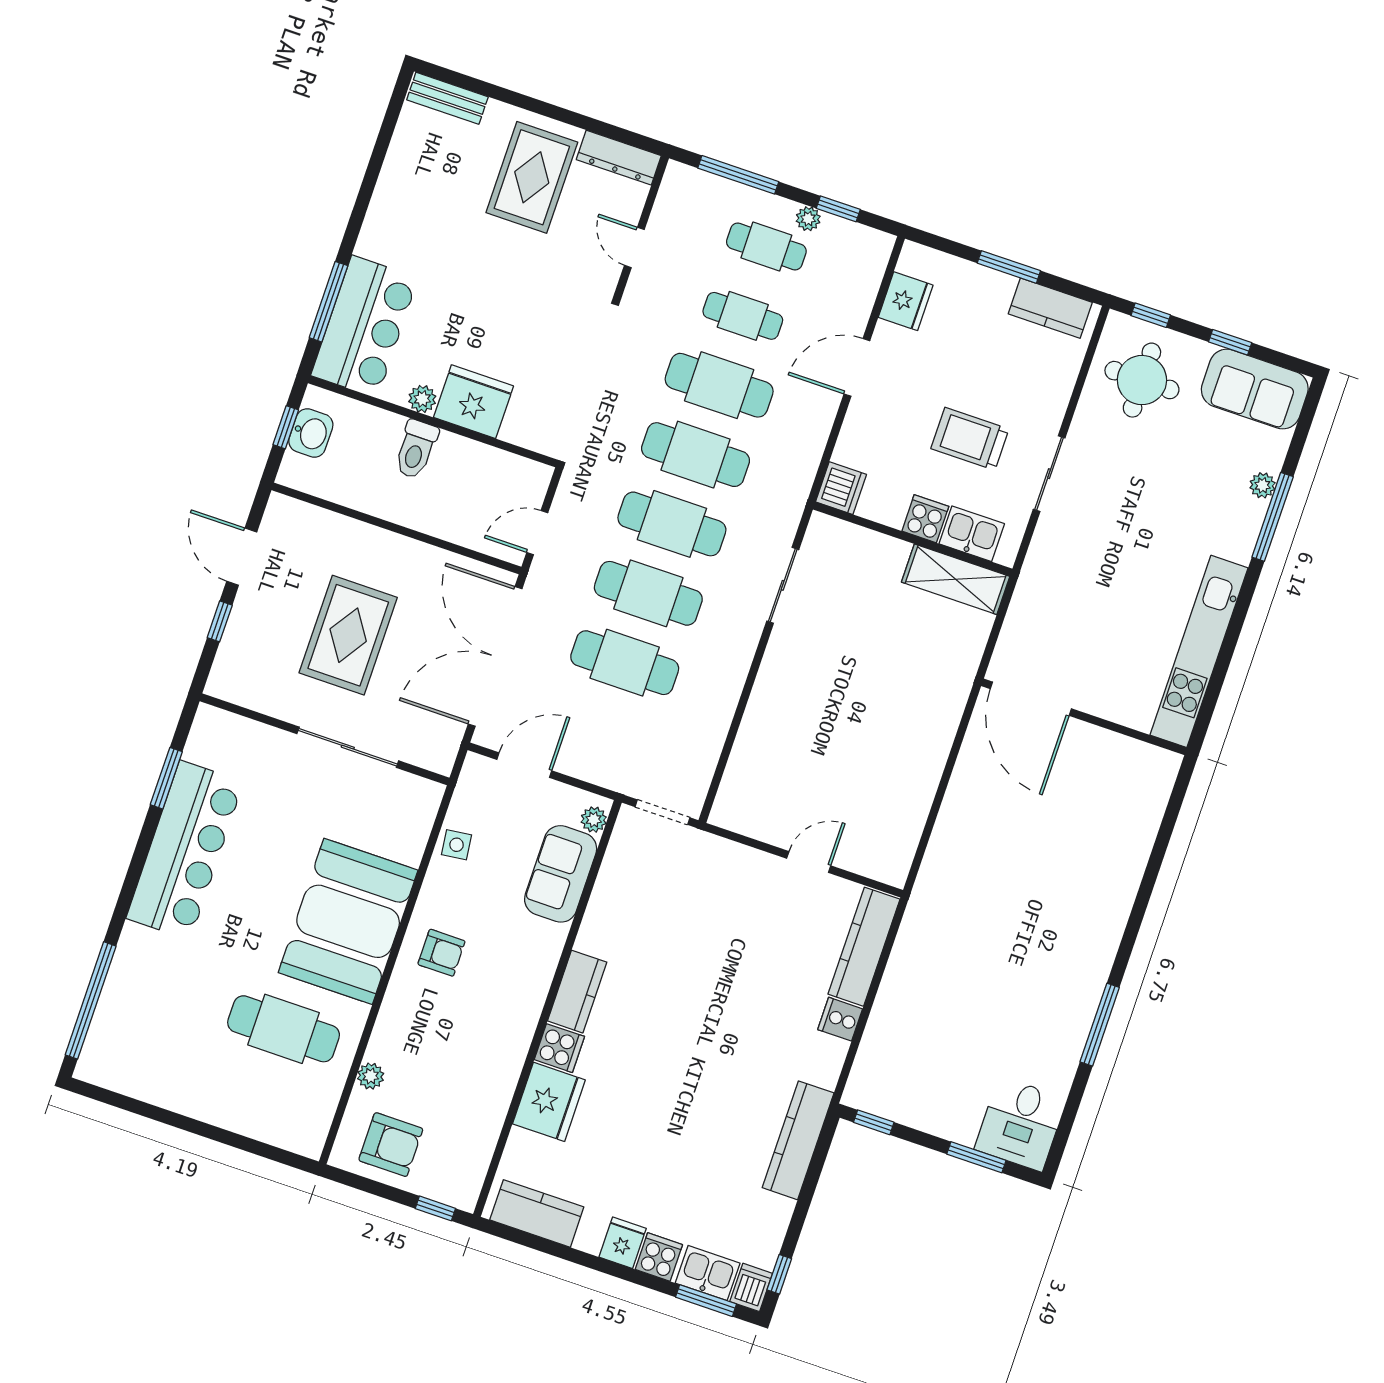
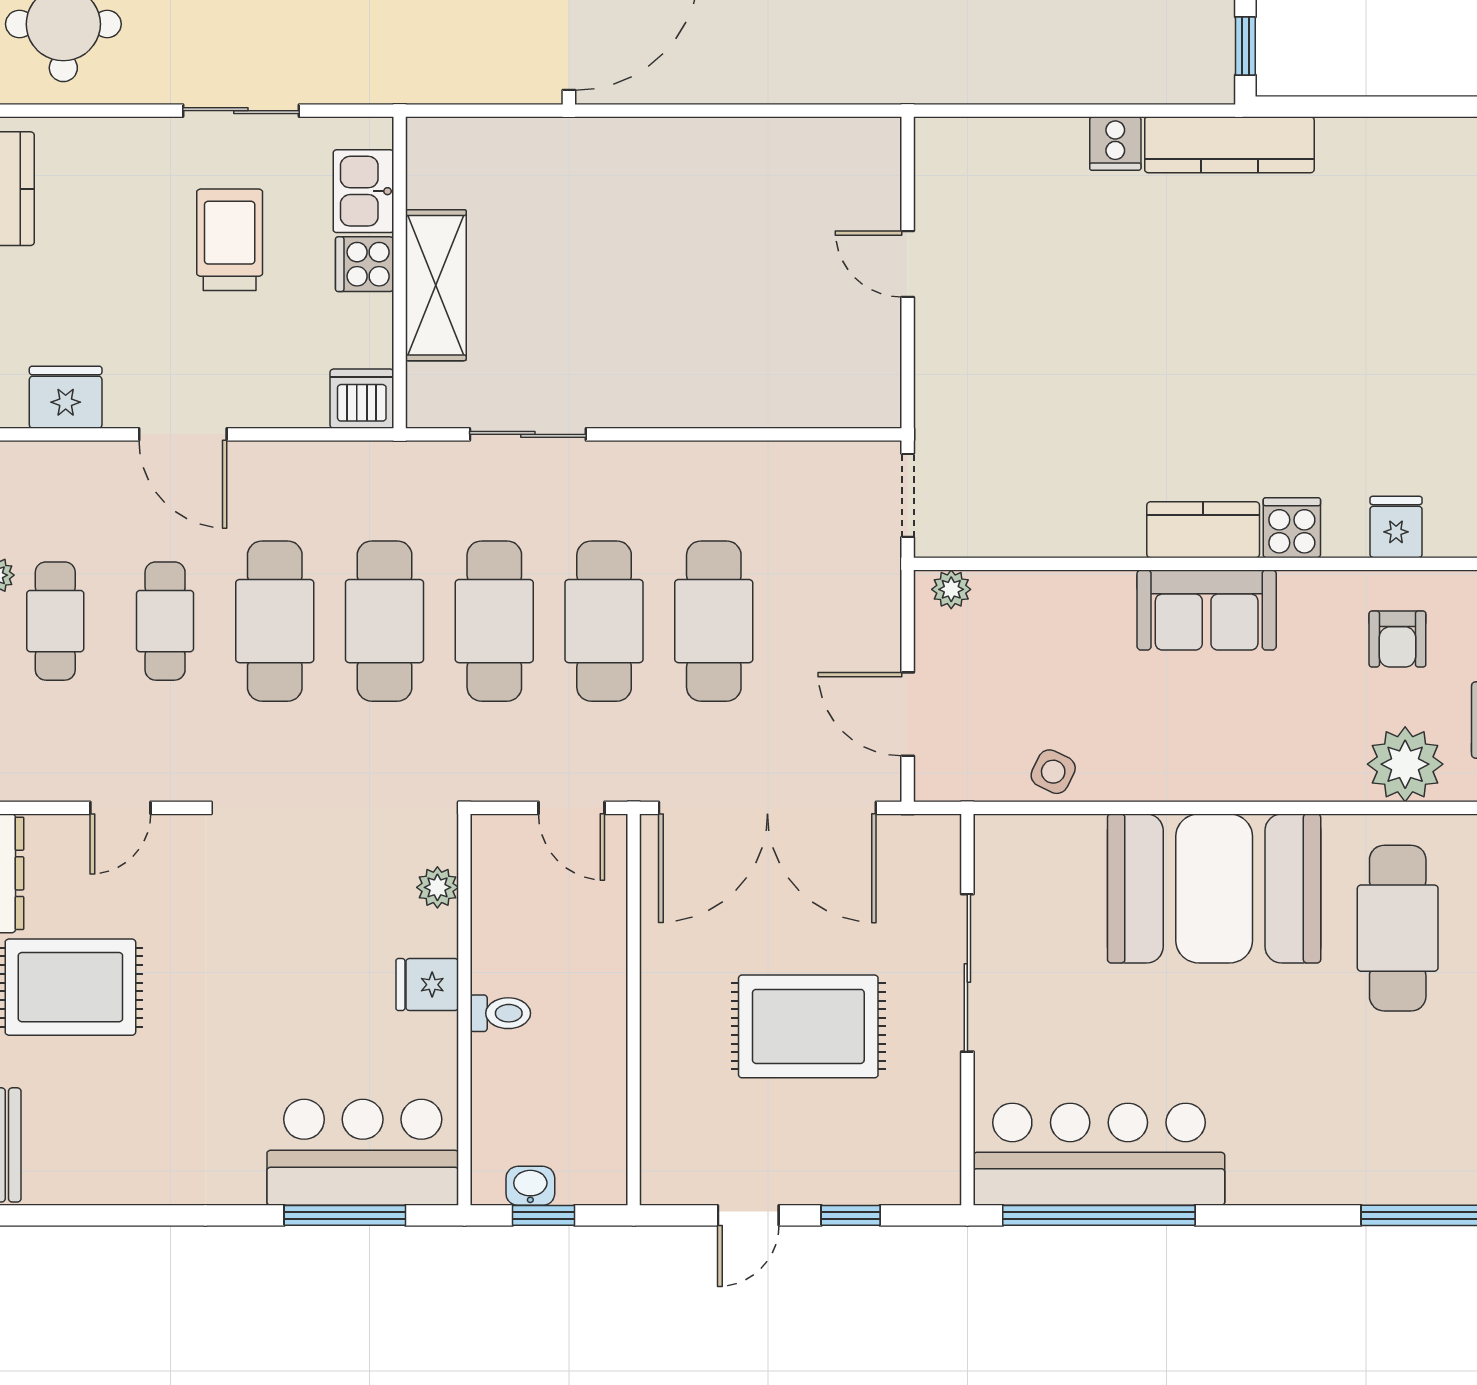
plant: (422, 399) -> (437, 887), moved
fridge: (474, 402) -> (427, 985), width x0.53, depth x0.75
washbasin: (311, 433) -> (530, 1186), width x0.72, depth x0.69
trolley: (970, 439) -> (230, 240), turned 180
toilet: (416, 449) -> (500, 1013), width x0.73, depth x0.72
door: (242, 557) -> (748, 1215), width x0.73
shelving: (956, 579) -> (436, 285), moved
window: (166, 778) -> (1099, 1215), width x2.11
side table: (457, 845) -> (1053, 772), turned 33
bar counter: (185, 850) -> (1099, 1154), moved
sofa: (561, 874) -> (1207, 610), moved
kitchen counter: (864, 947) -> (1001, 145), removed
armchair: (441, 953) -> (1397, 639), moved, turned 180
plant: (371, 1076) -> (1405, 764), width x1.87, depth x1.87
fridge: (549, 1102) -> (1396, 527), width x0.53, depth x0.75
kitchen counter: (798, 1140) -> (1229, 145), moved

